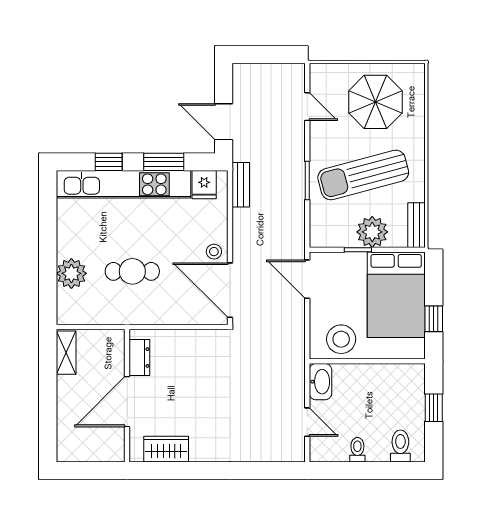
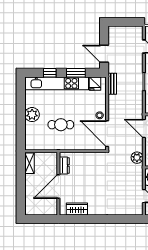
plant: (71, 273) -> (32, 115), moved
plant: (293, 341) -> (137, 158), added

